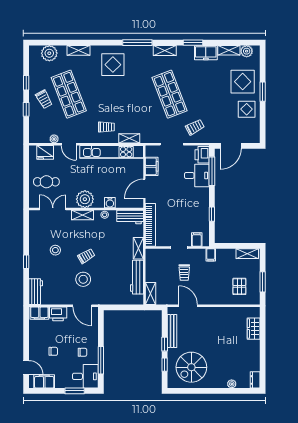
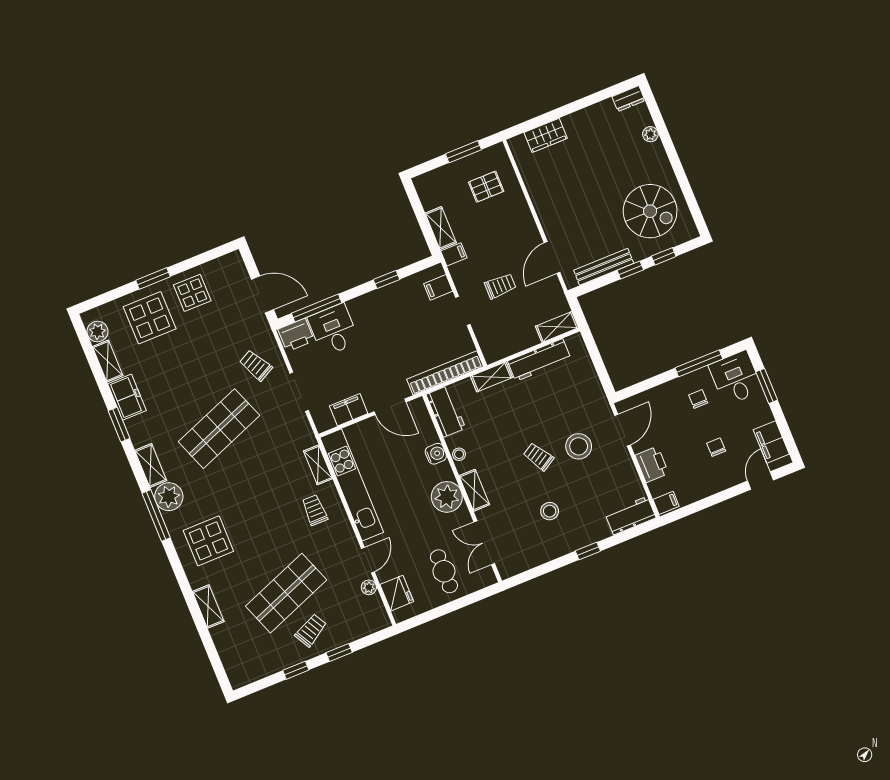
plant: (49, 53) -> (169, 497), moved
shelving: (247, 254) -> (441, 228), moved
filing cabinet: (39, 313) -> (666, 503), width x0.50

